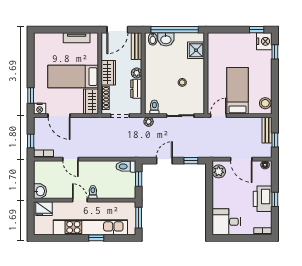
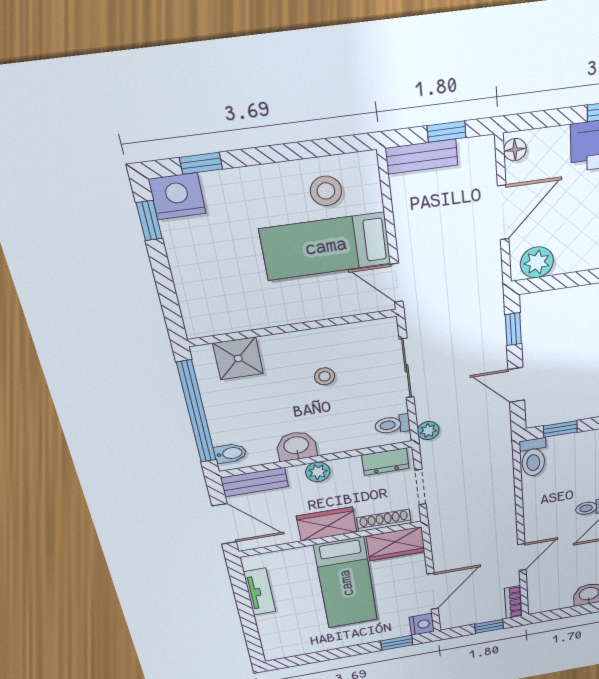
washbasin: (166, 39) -> (296, 446), moved, turned -90
dresser: (136, 89) -> (385, 462), moved
stool: (265, 103) -> (326, 191), moved

